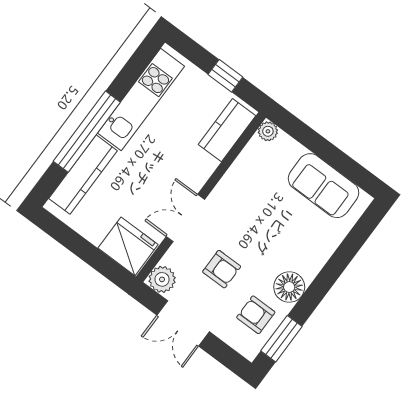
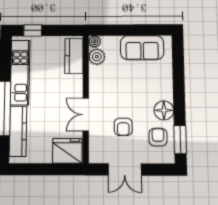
window: (225, 76) -> (33, 30), moved
armchair: (222, 269) -> (123, 127), turned 90
plant: (162, 279) -> (97, 57), moved
armchair: (256, 315) -> (158, 137), turned 90

